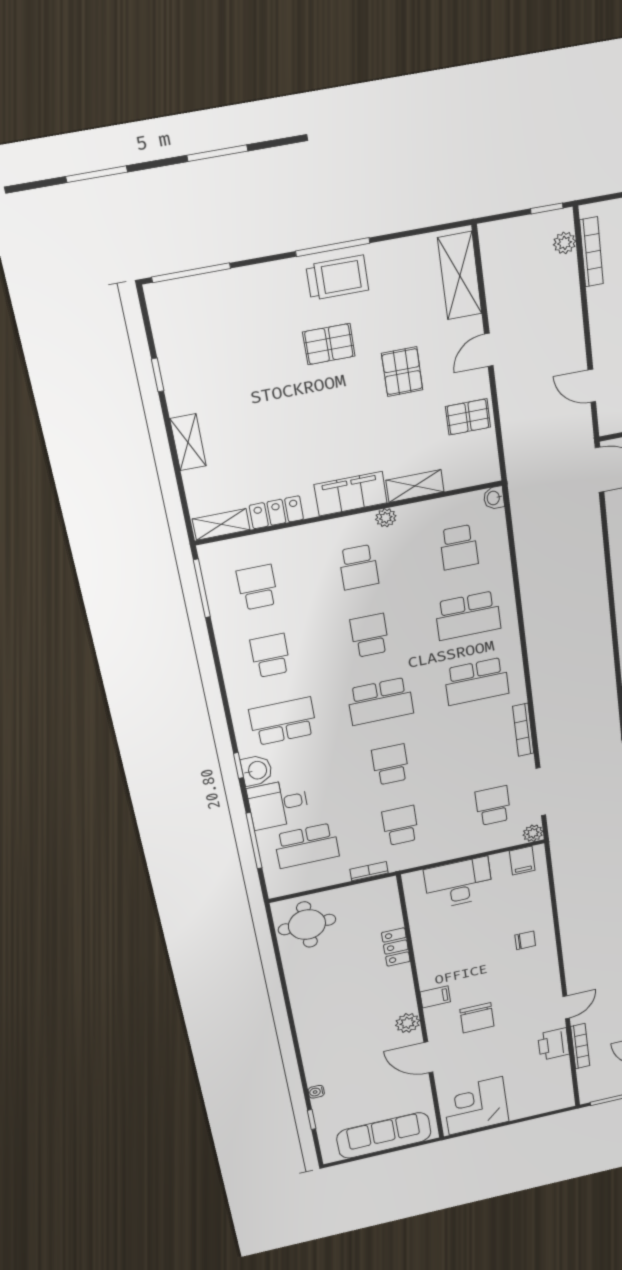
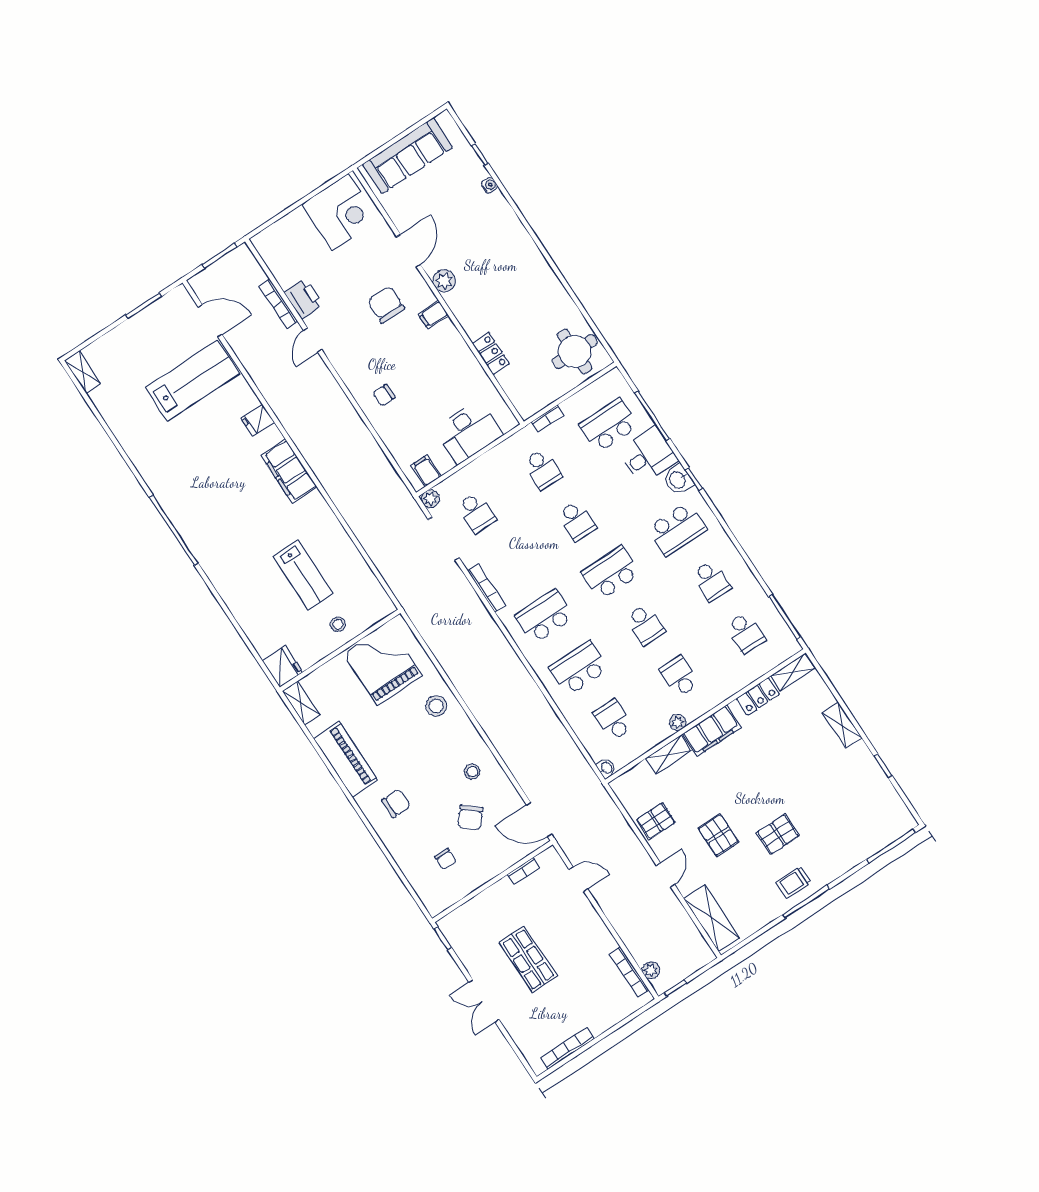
trolley: (337, 278) -> (793, 882), width x0.73, depth x0.72
door: (428, 1057) -> (409, 251), hinge flipped

